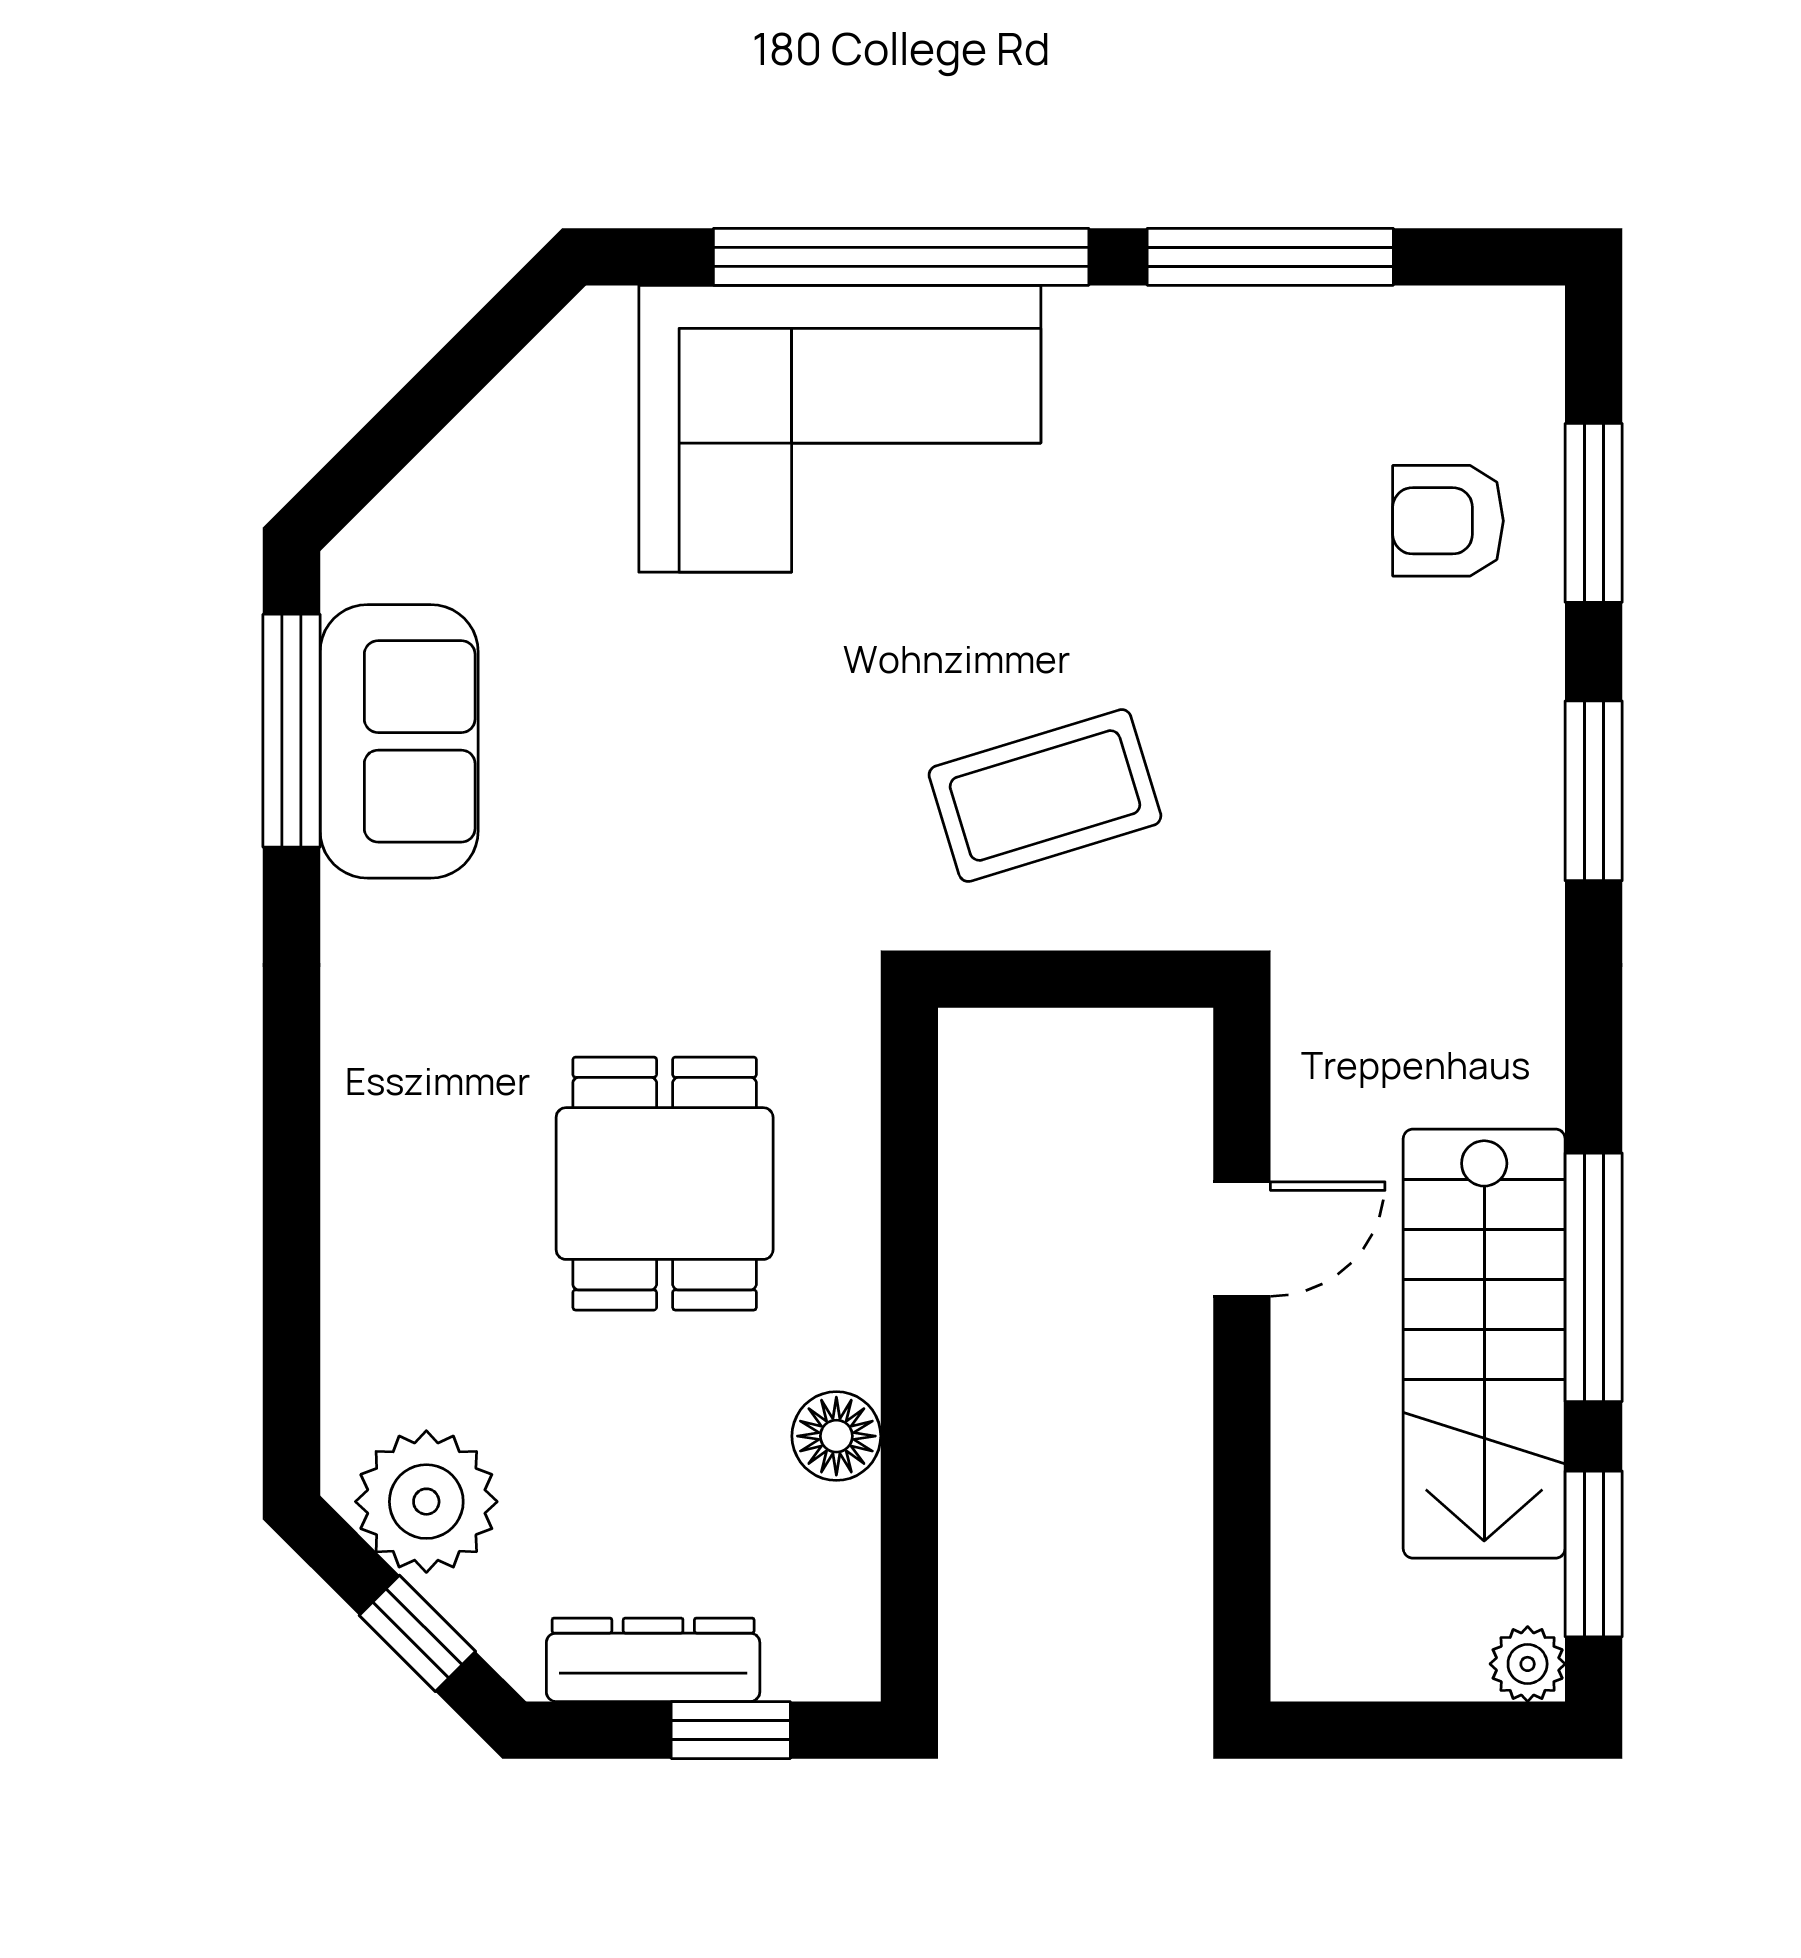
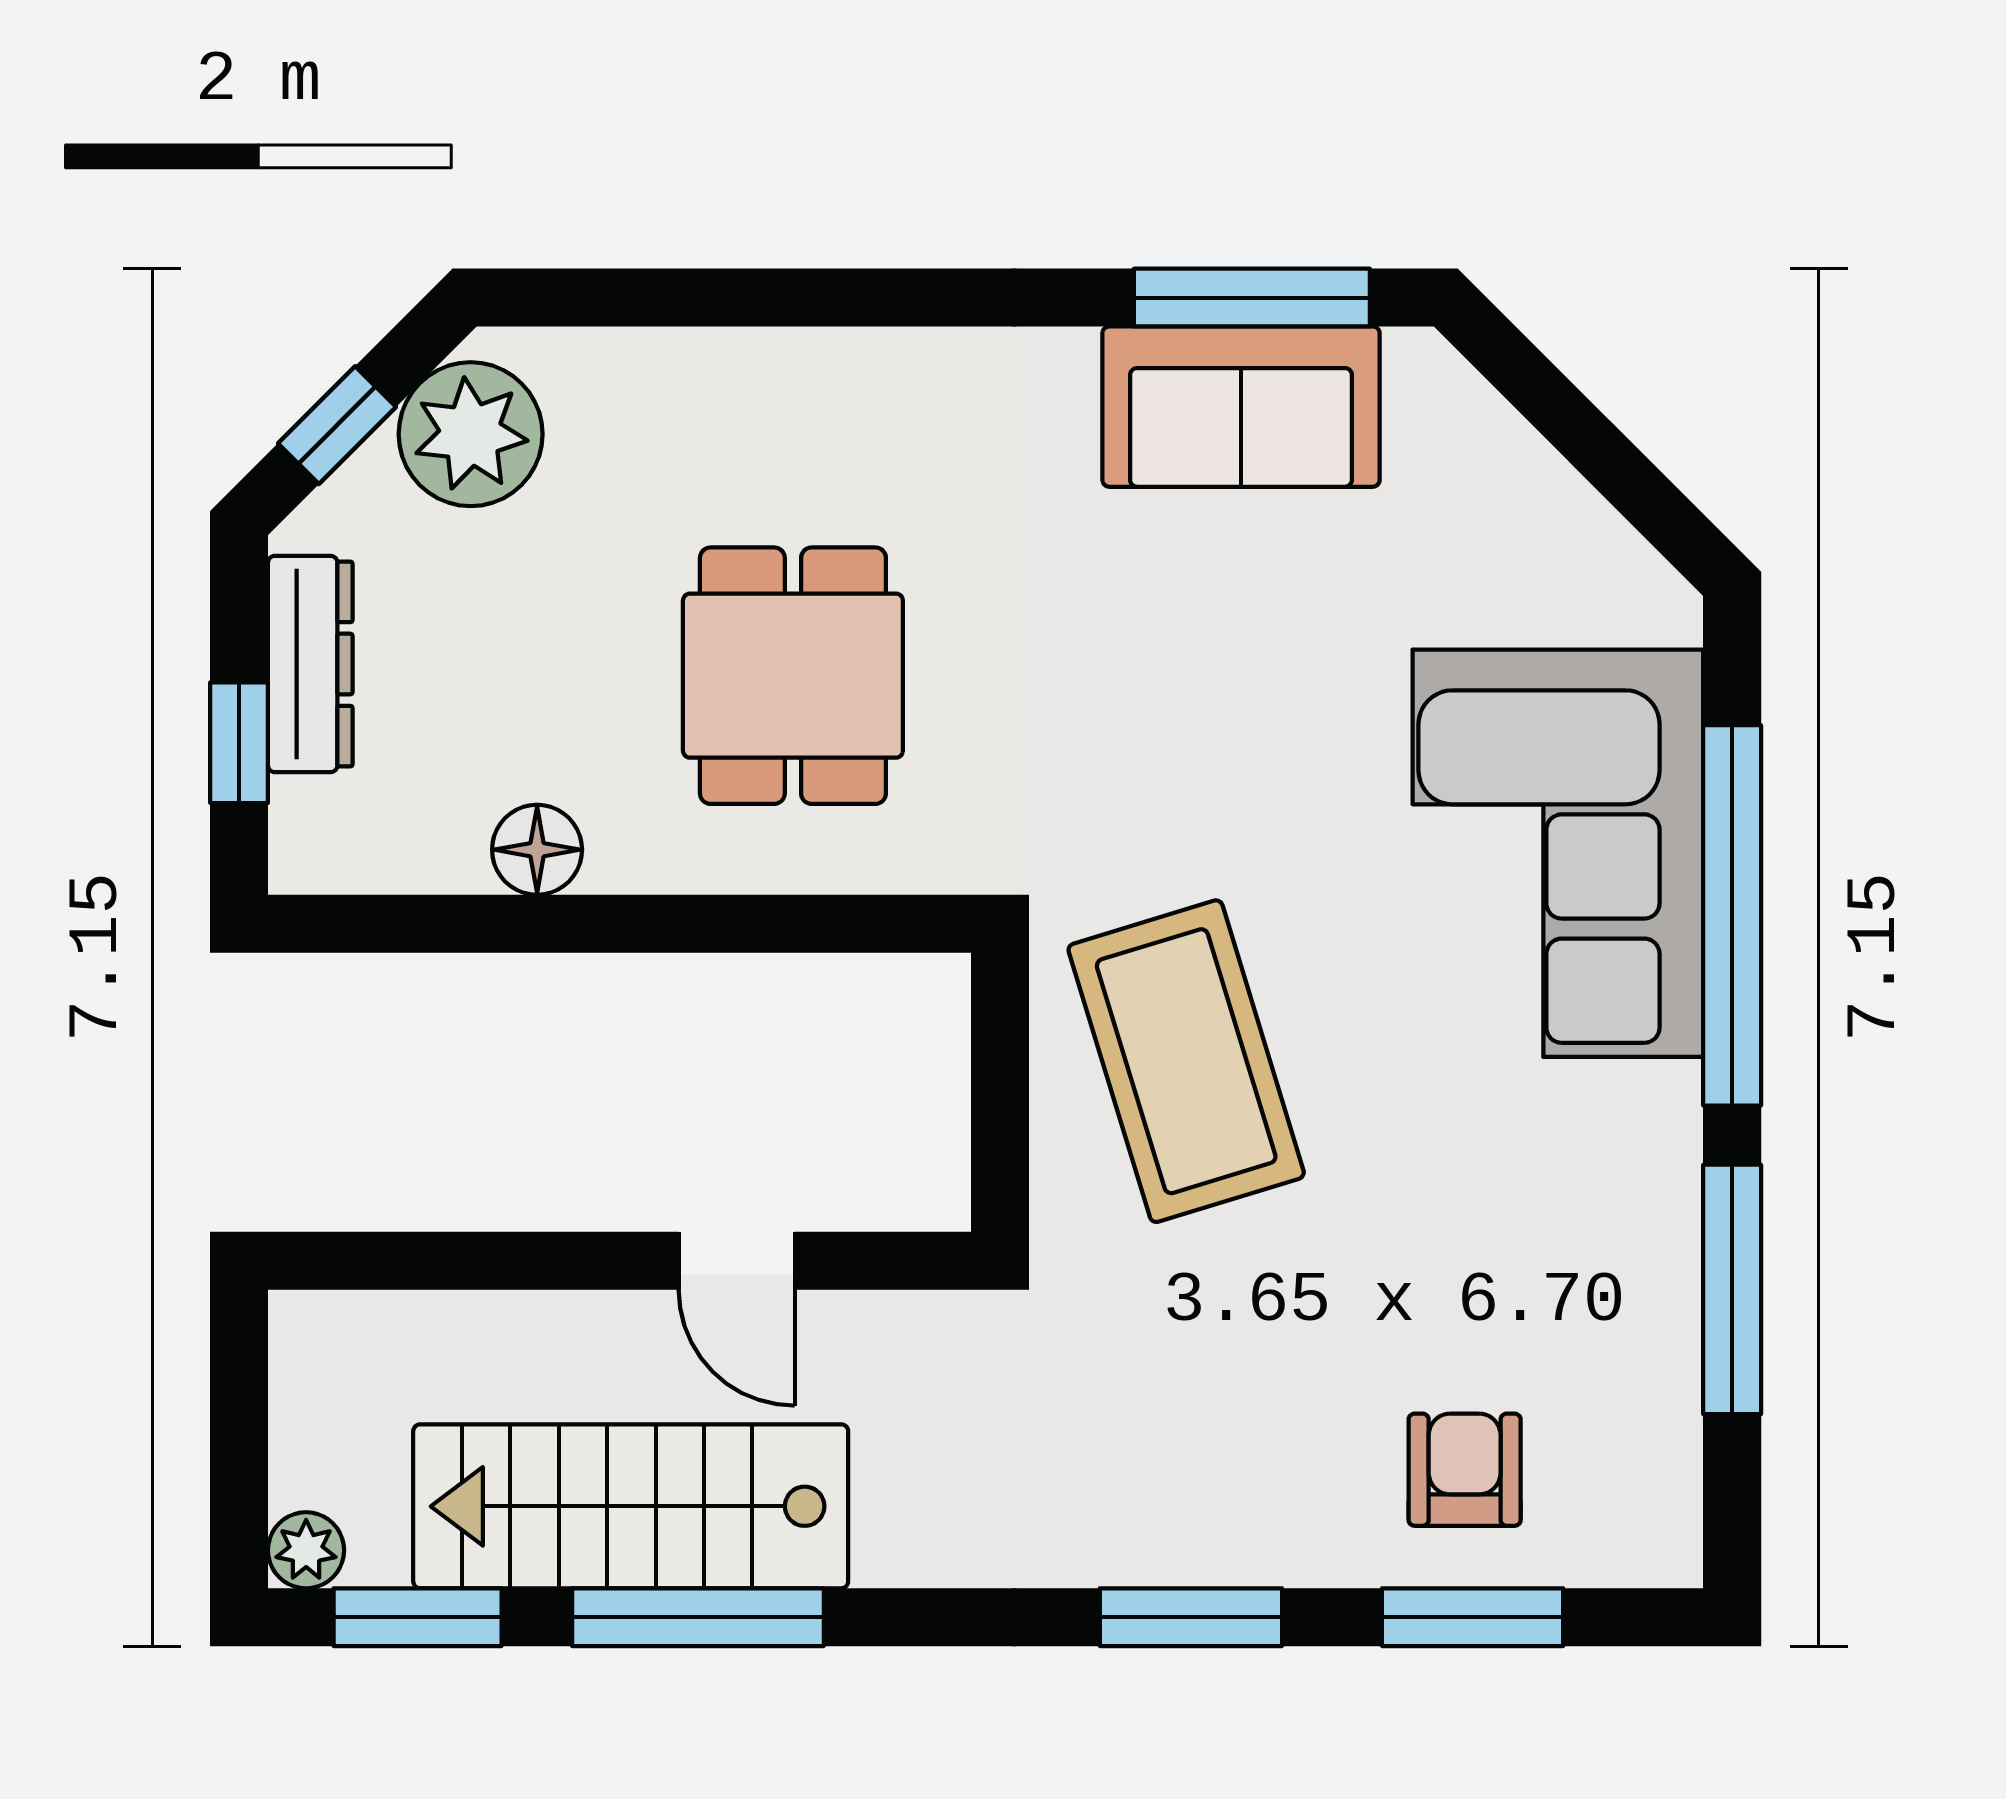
coffee table: (1045, 796) -> (1186, 1061), width x1.36, depth x1.32
dining table: (665, 1184) -> (793, 676), turned 90

